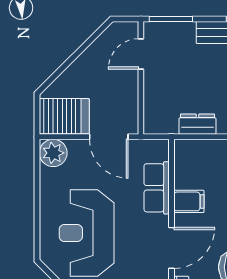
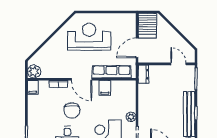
dresser: (197, 124) -> (143, 74), moved
plant: (53, 153) -> (129, 20), removed
row of seats: (157, 188) -> (112, 72), width x1.48

